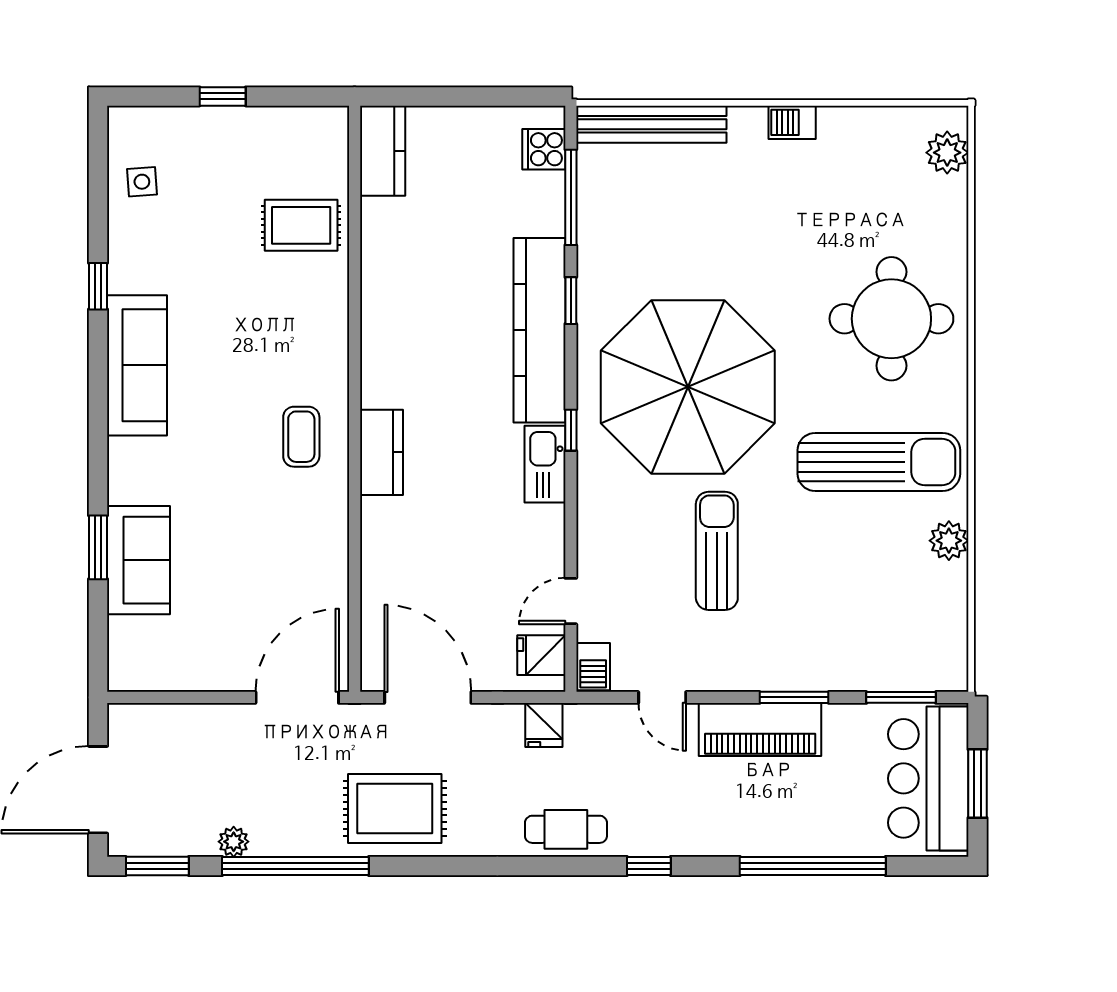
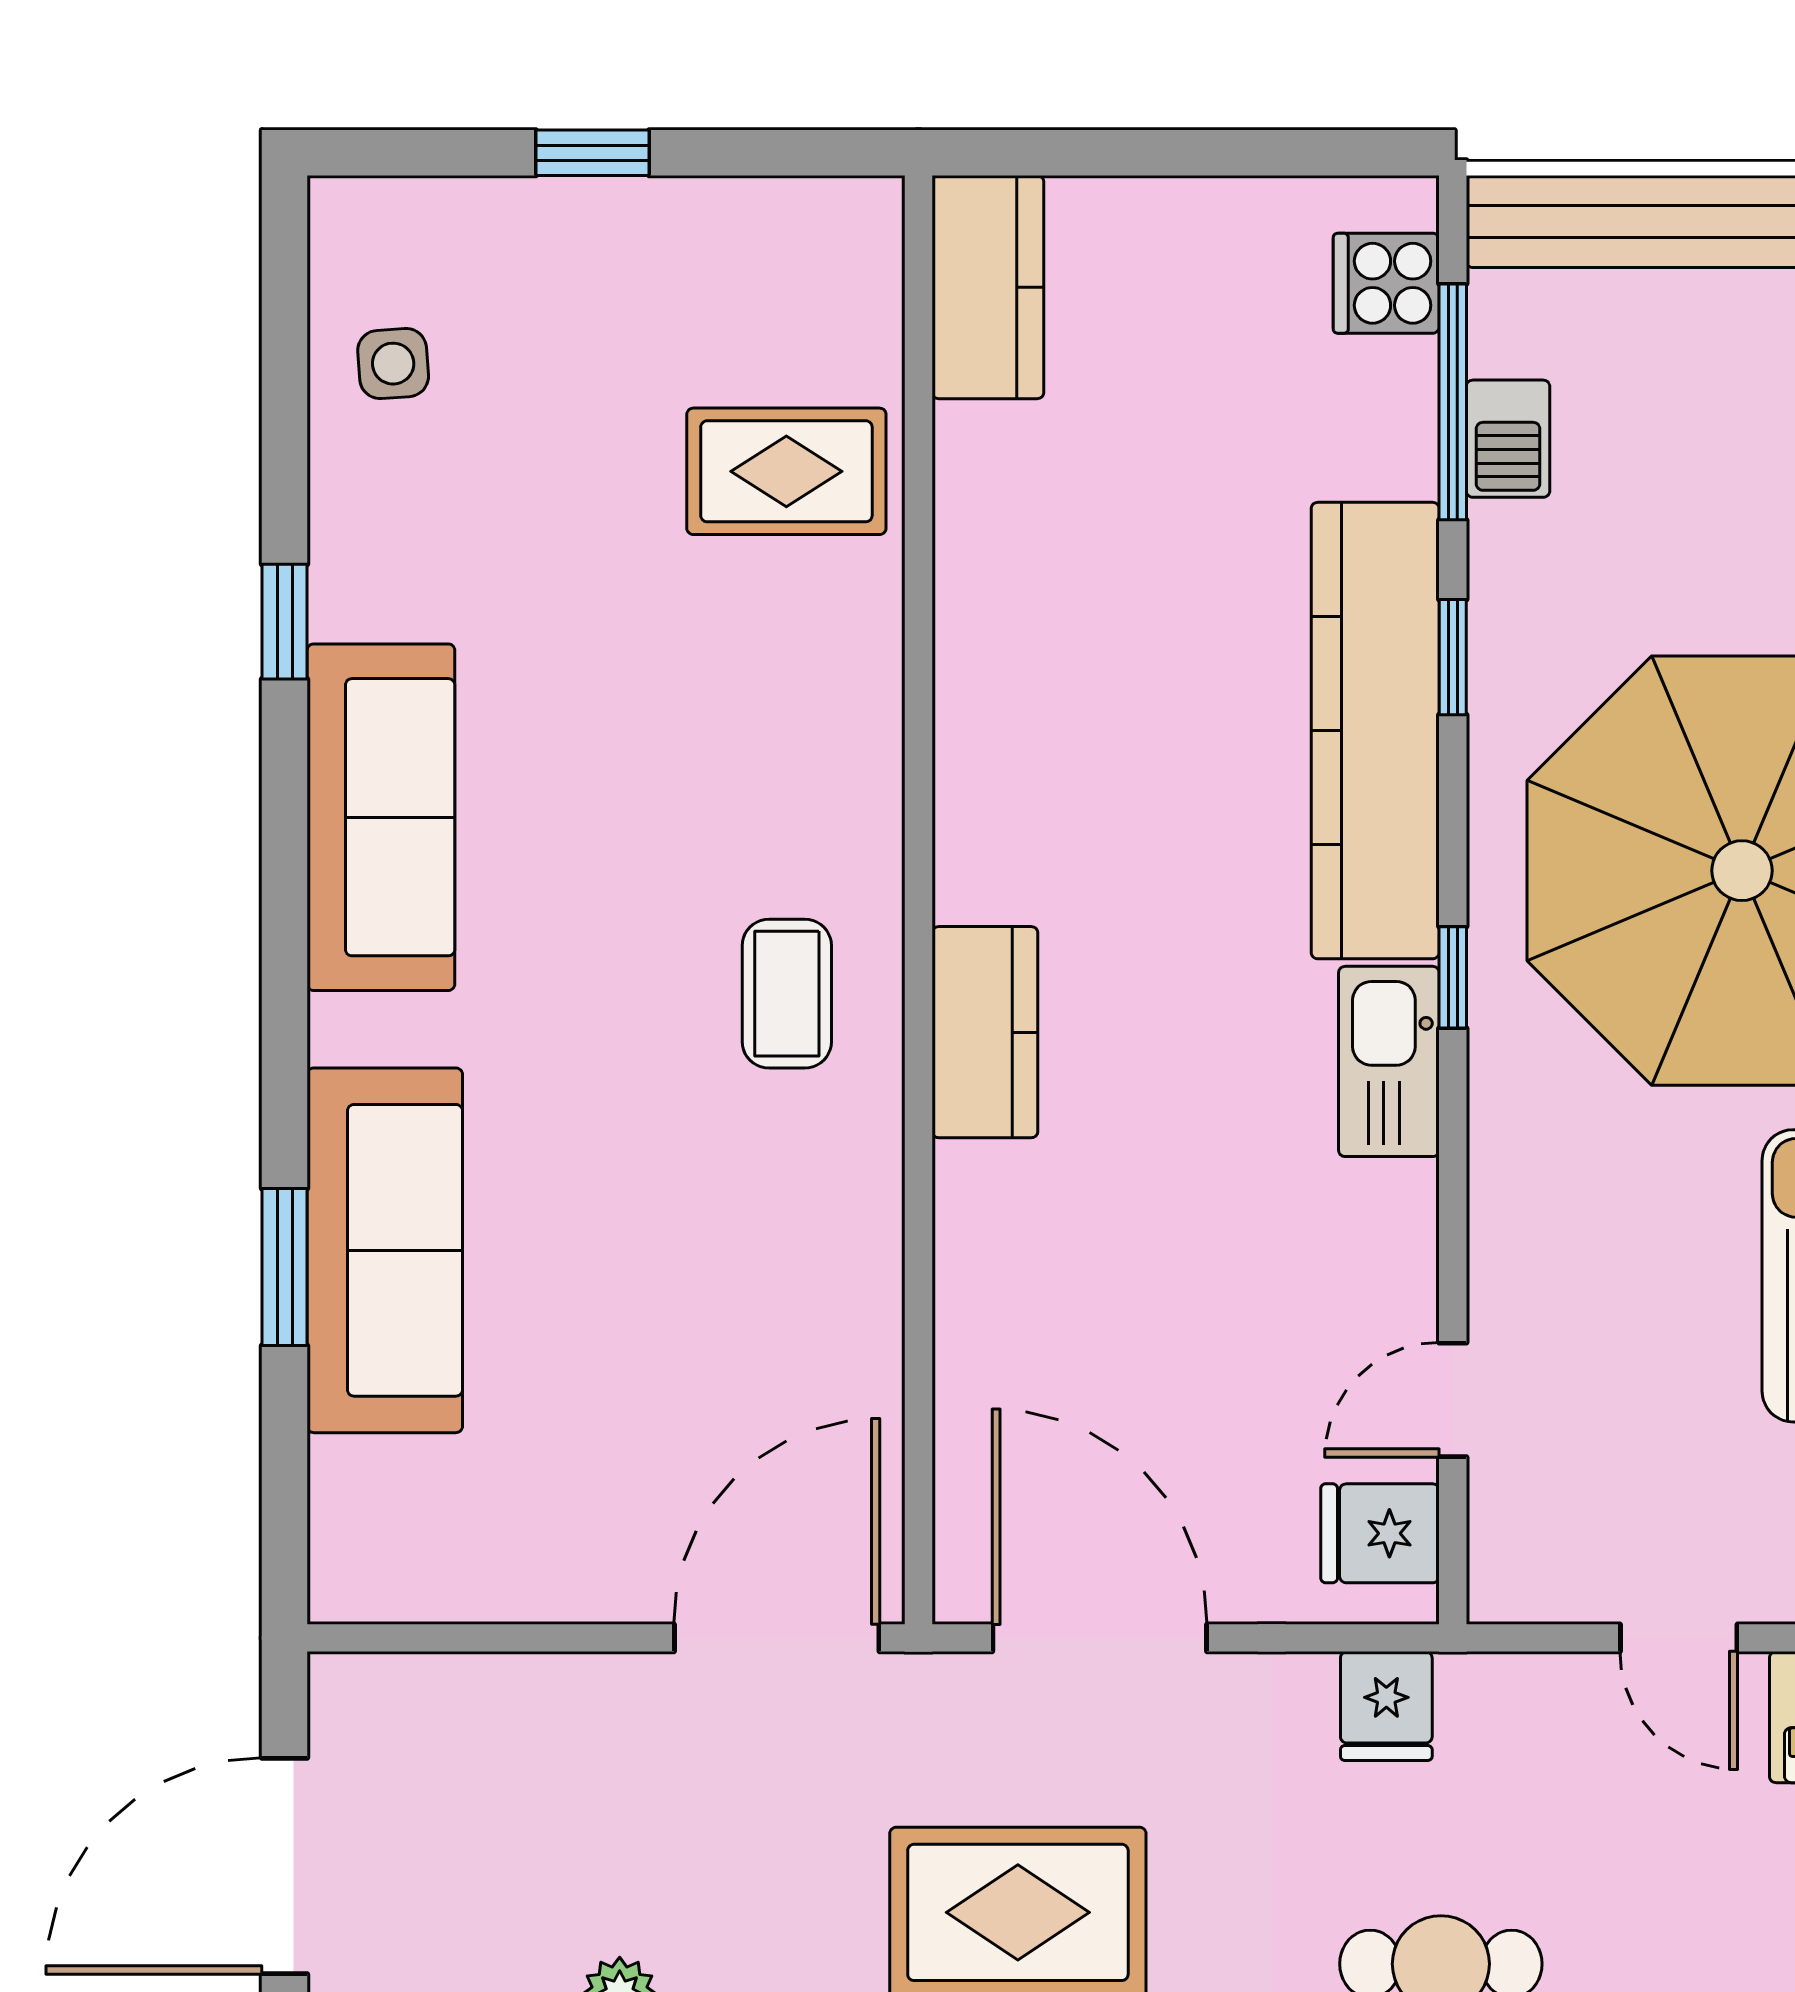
sofa: (139, 560) -> (385, 1250), width x1.36
barbecue: (593, 667) -> (1508, 439), moved

